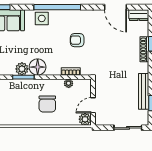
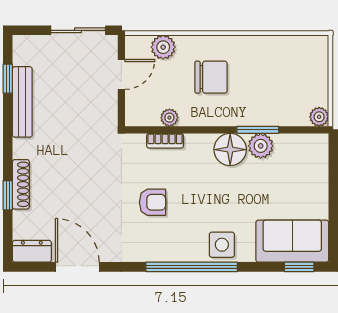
chair: (47, 104) -> (211, 77), turned 90
plant: (85, 119) -> (163, 47), moved
sliding door: (128, 128) -> (78, 30), moved

